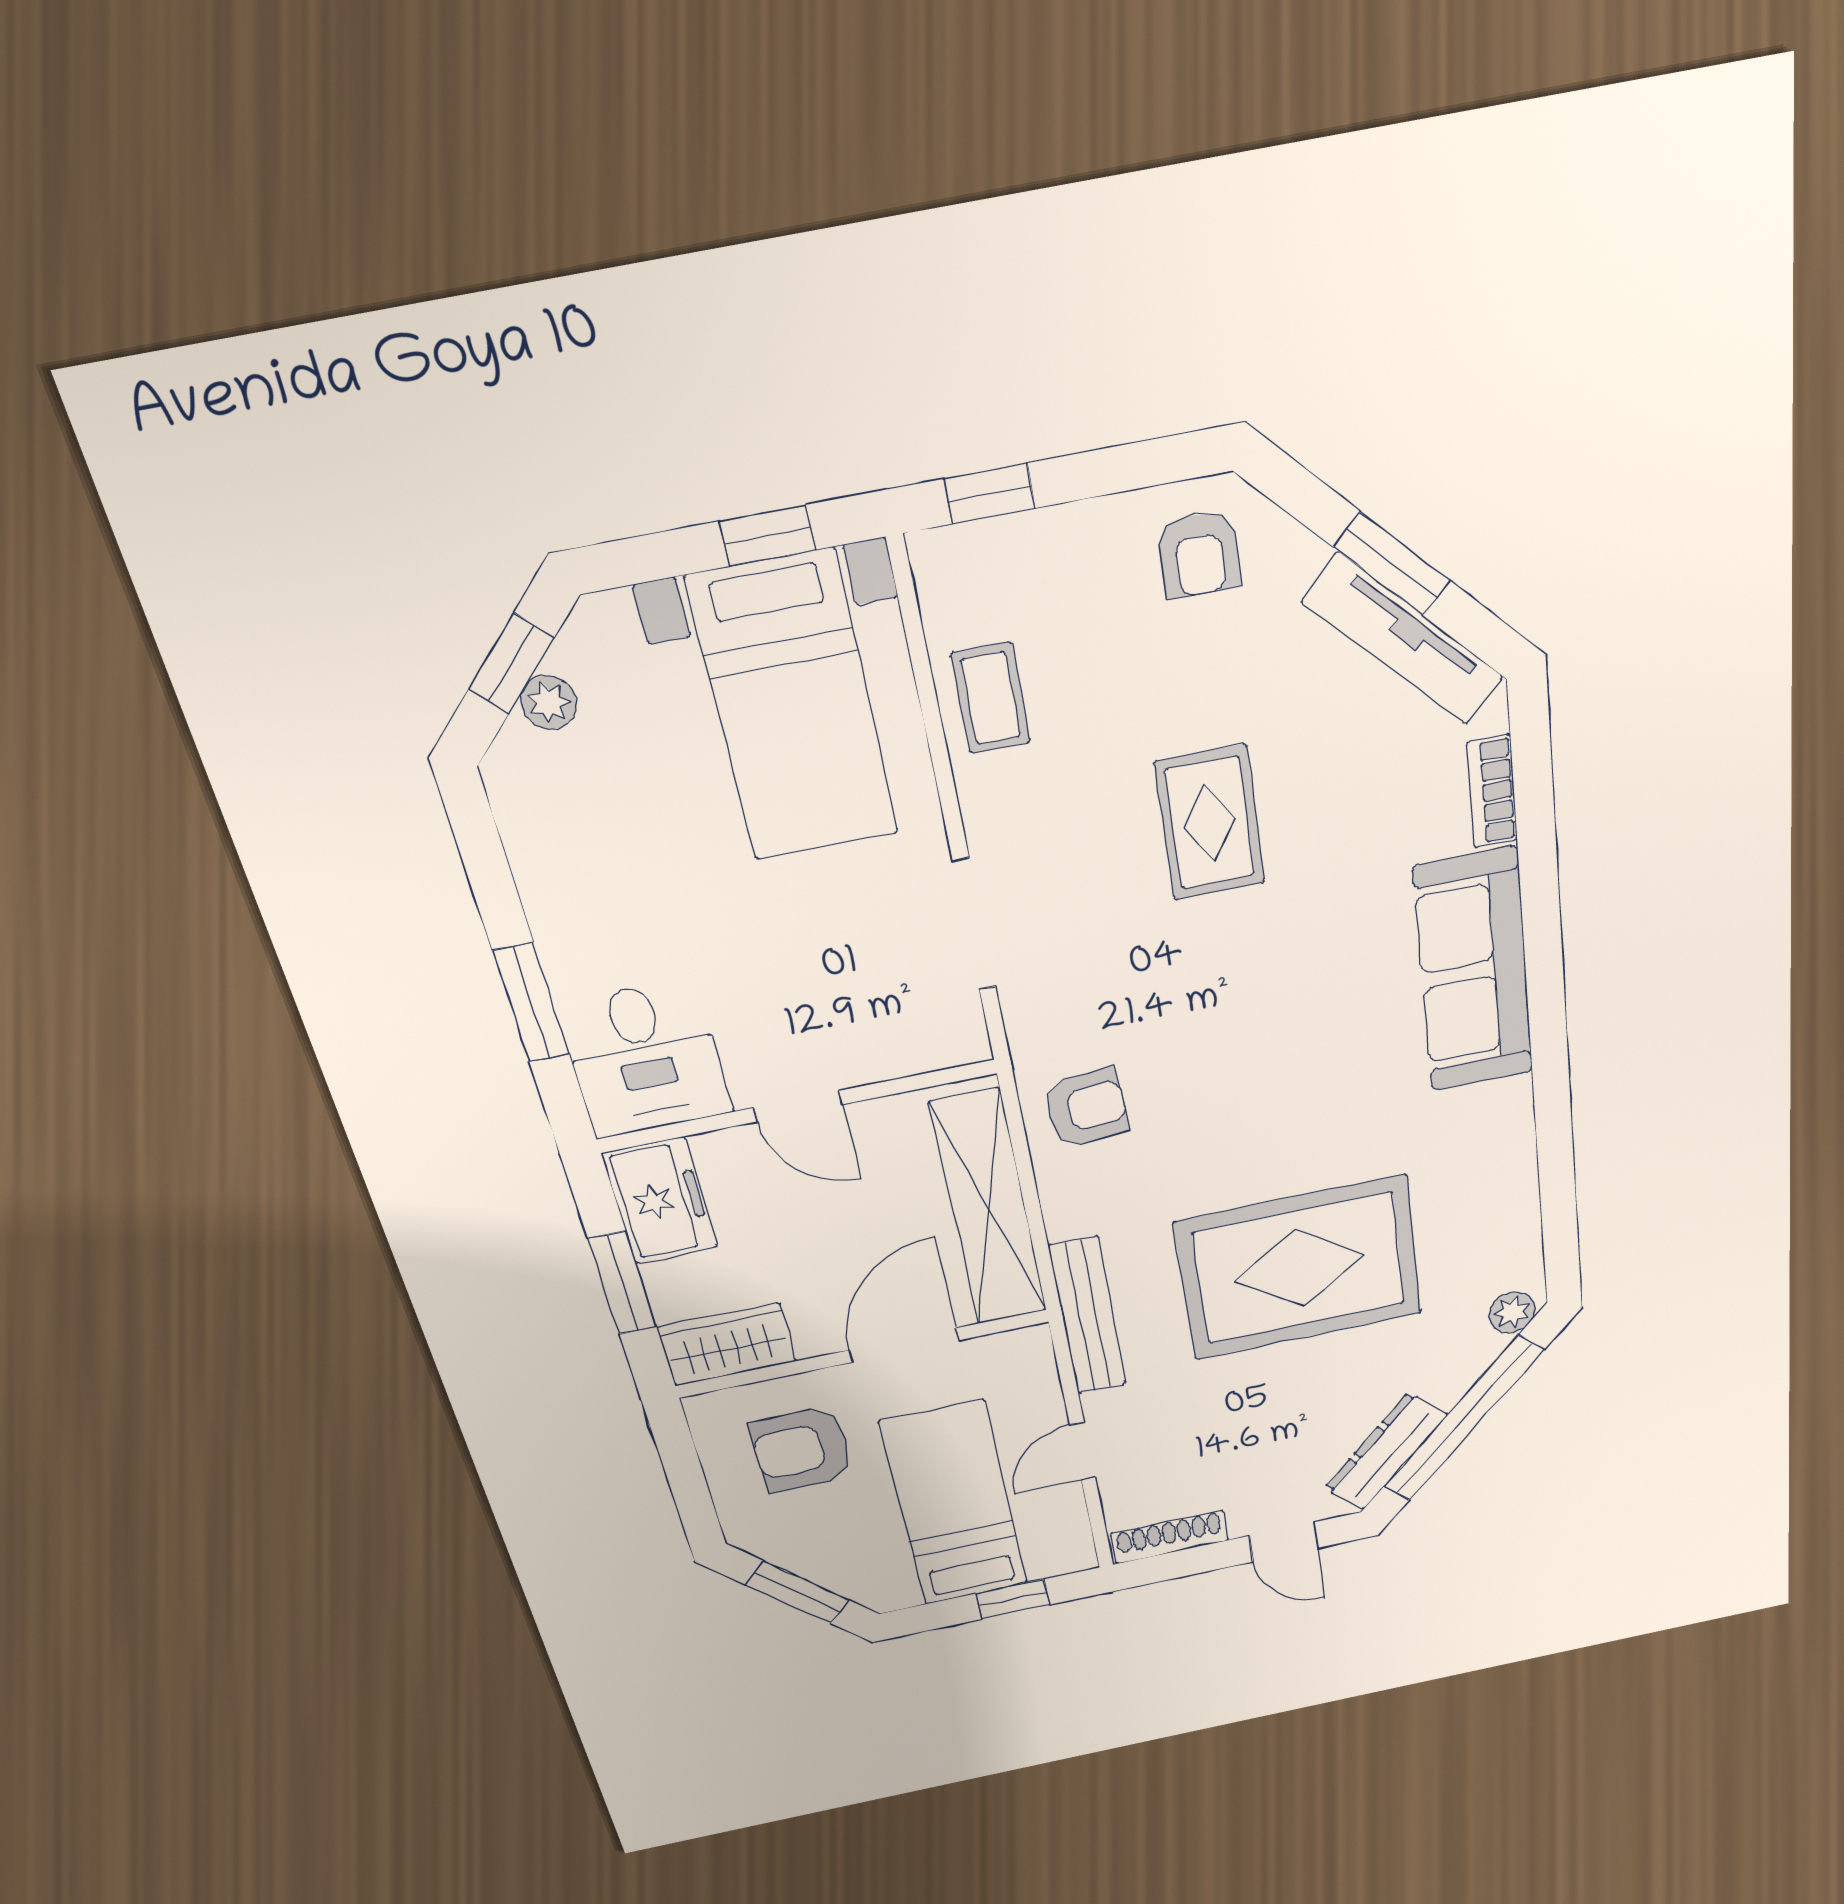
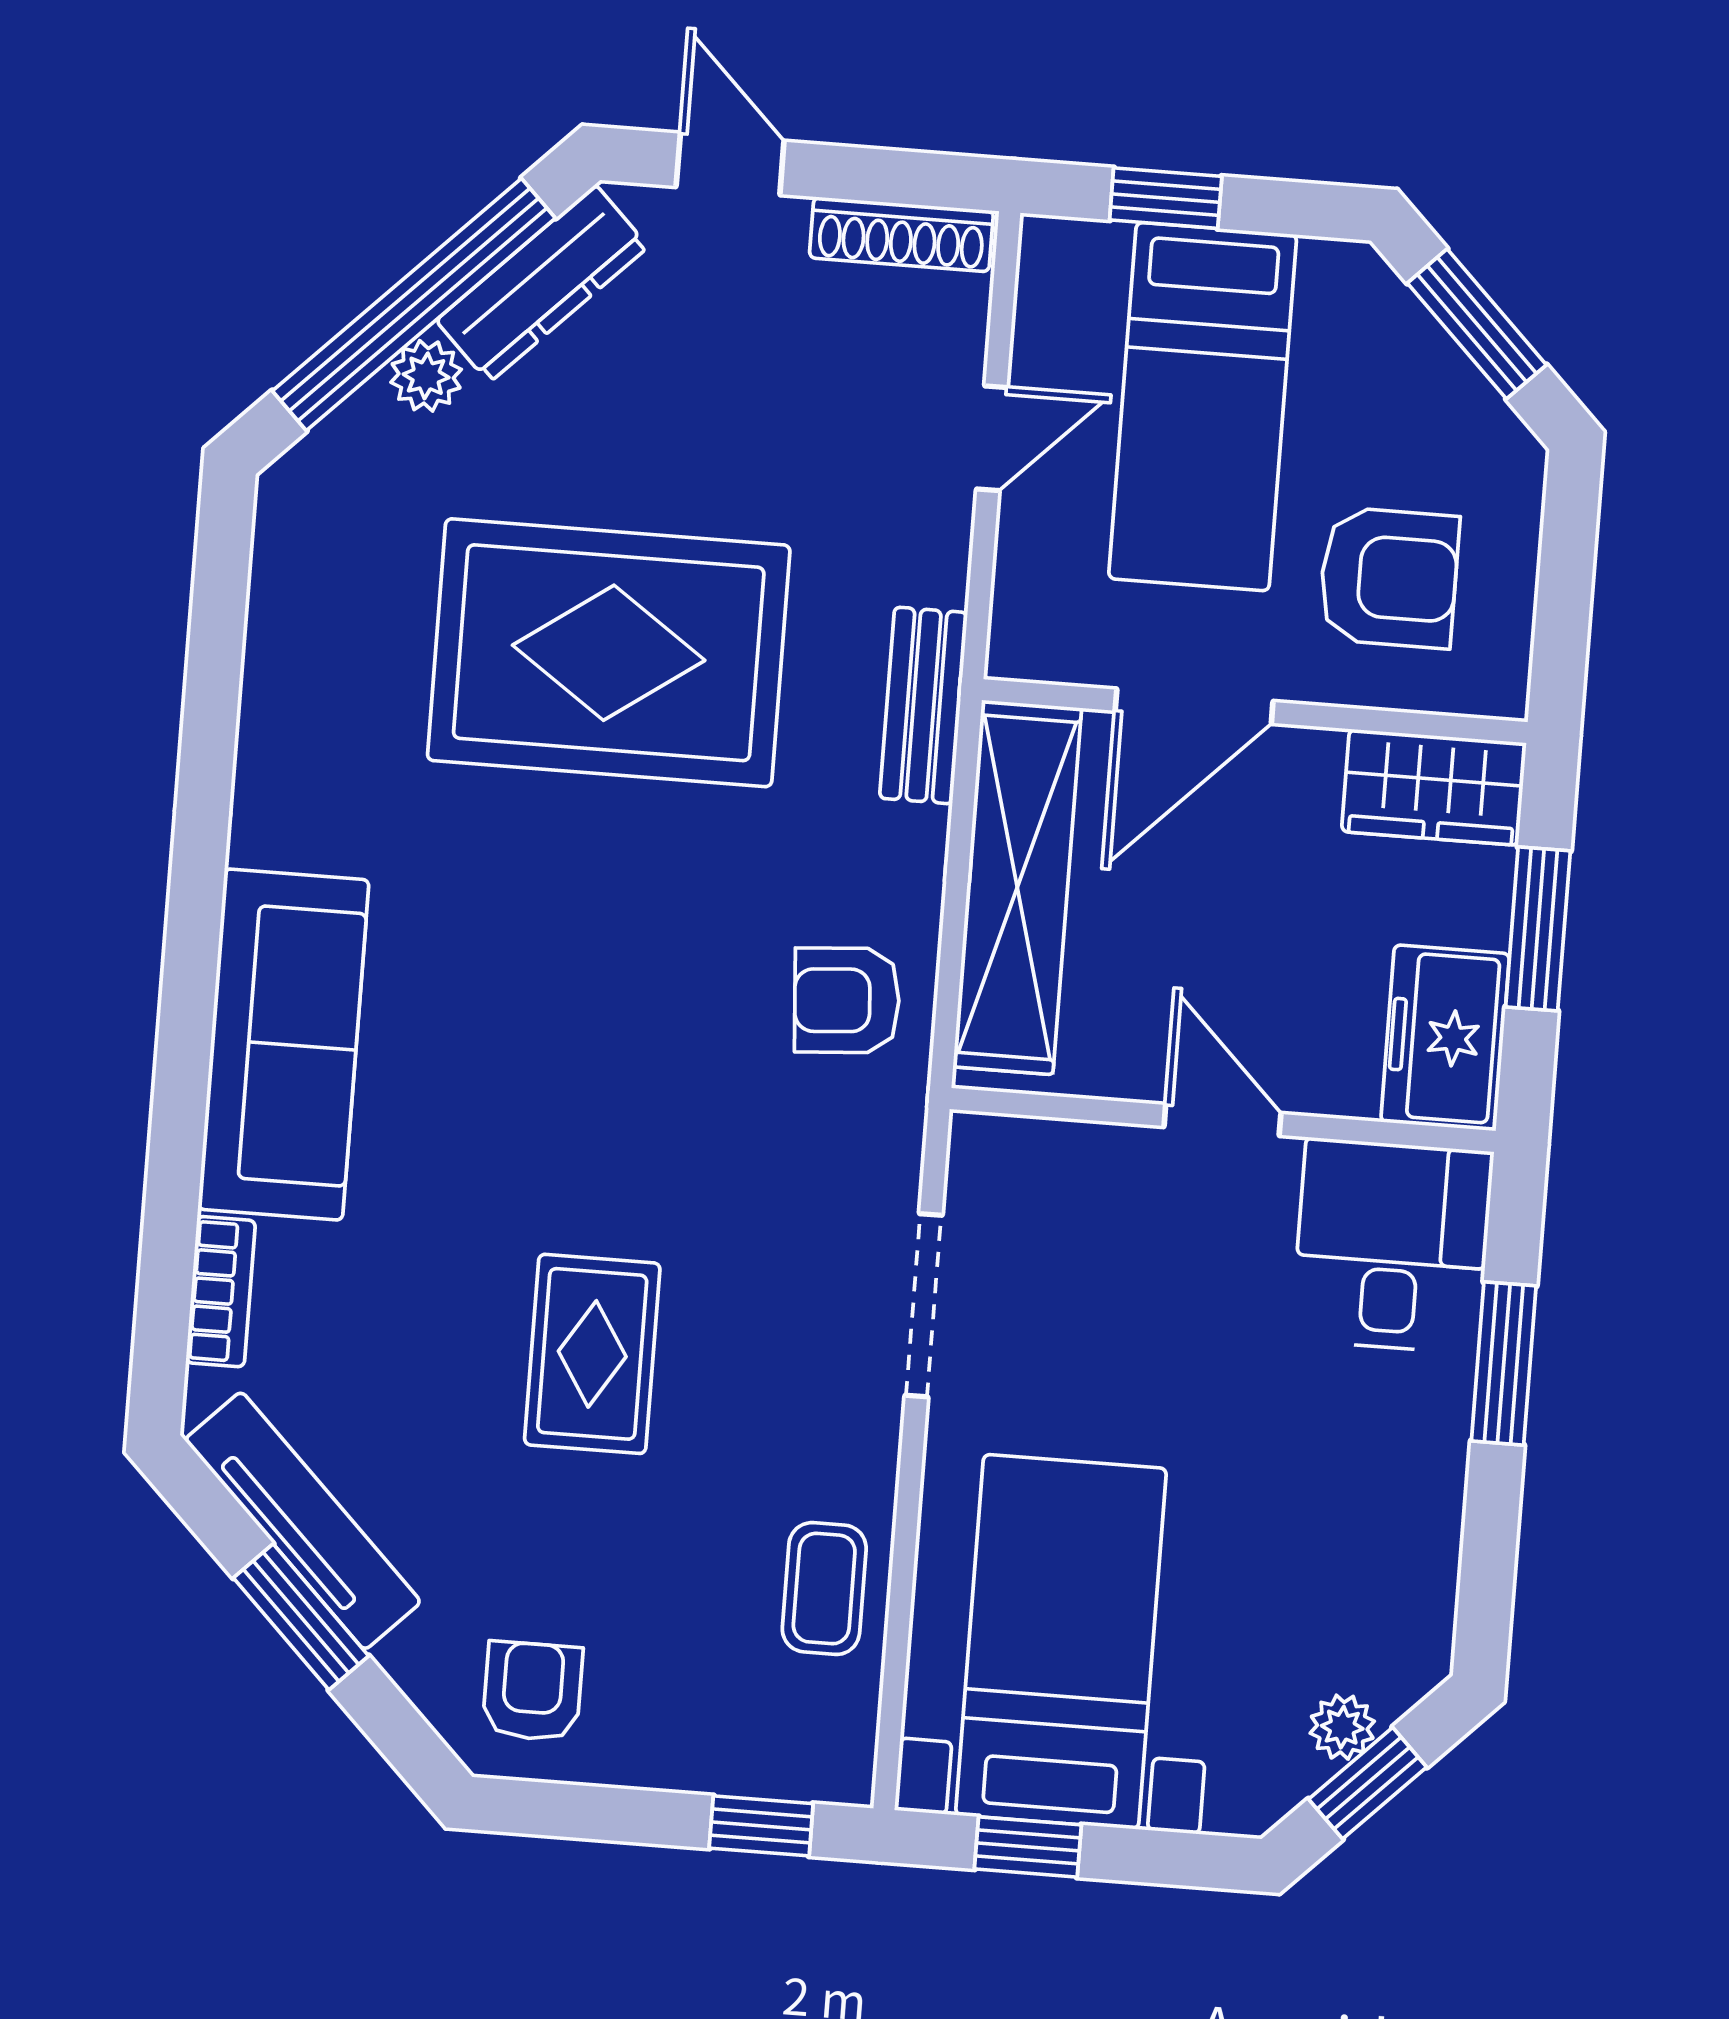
plant: (1512, 1312) -> (426, 376), moved
bench: (1088, 1316) -> (924, 705), width x0.73

